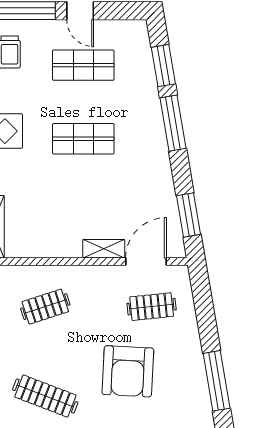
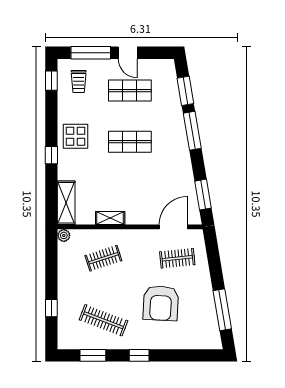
shelving: (104, 249) -> (110, 218), moved

